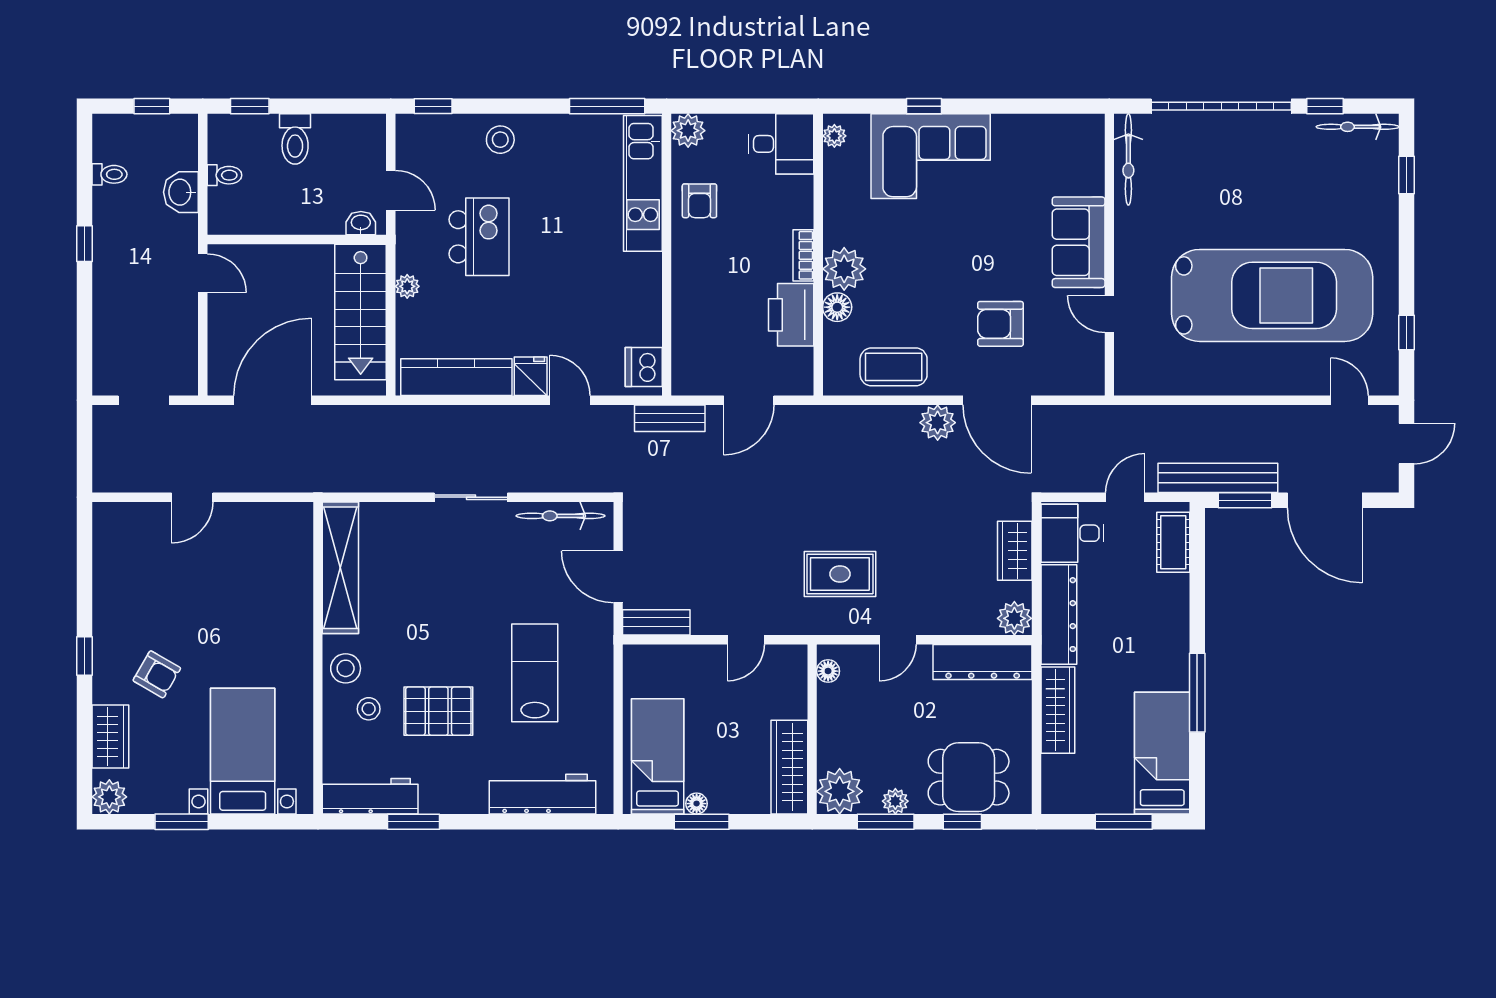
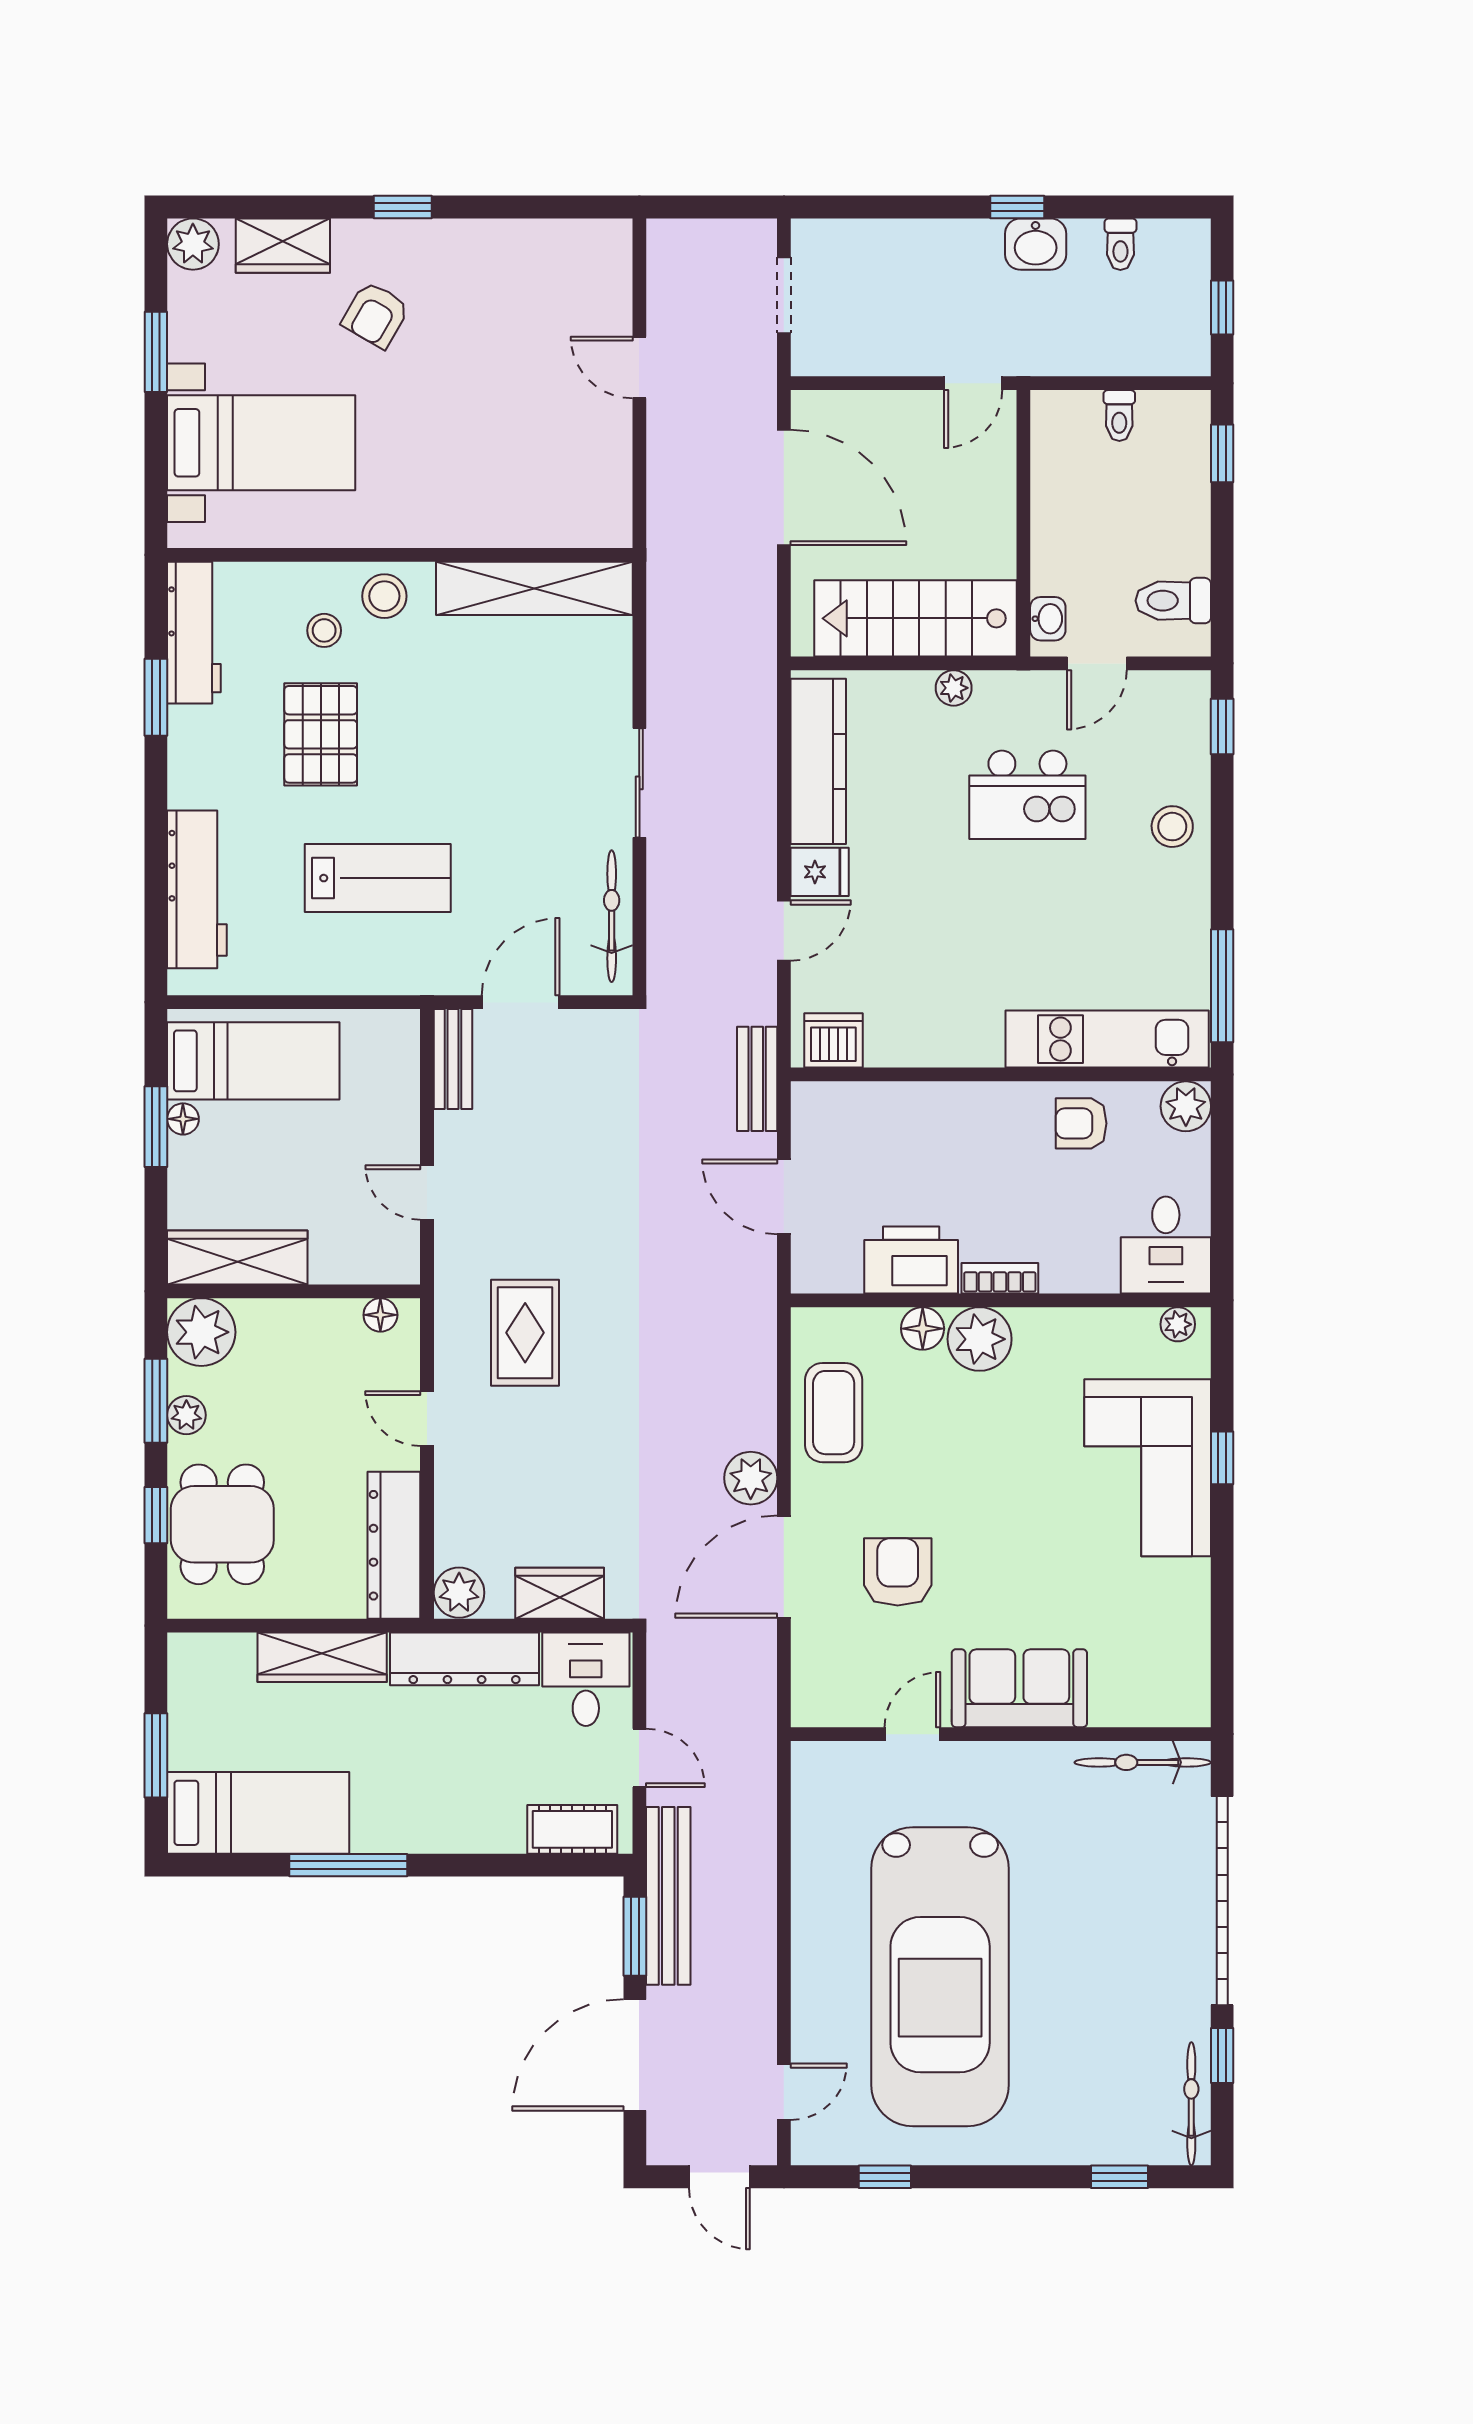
toilet: (295, 139) -> (1173, 601), moved
washbasin: (181, 192) -> (1036, 244), moved, turned 180

